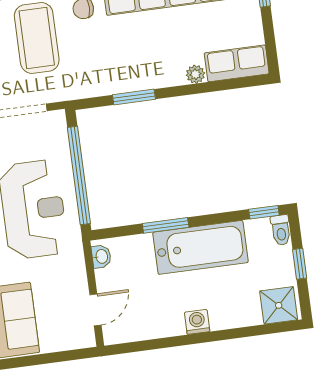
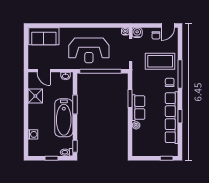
row of seats: (237, 63) -> (138, 108), moved
shower: (279, 305) -> (35, 96), moved
washing machine: (197, 322) -> (33, 134), moved

